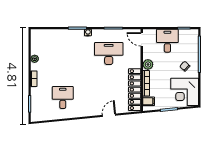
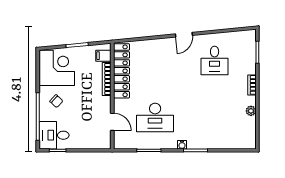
door: (142, 39) -> (112, 122), moved
desk: (167, 41) -> (54, 135), moved, turned 90
plant: (148, 64) -> (104, 103), removed
door: (109, 115) -> (184, 35), moved

